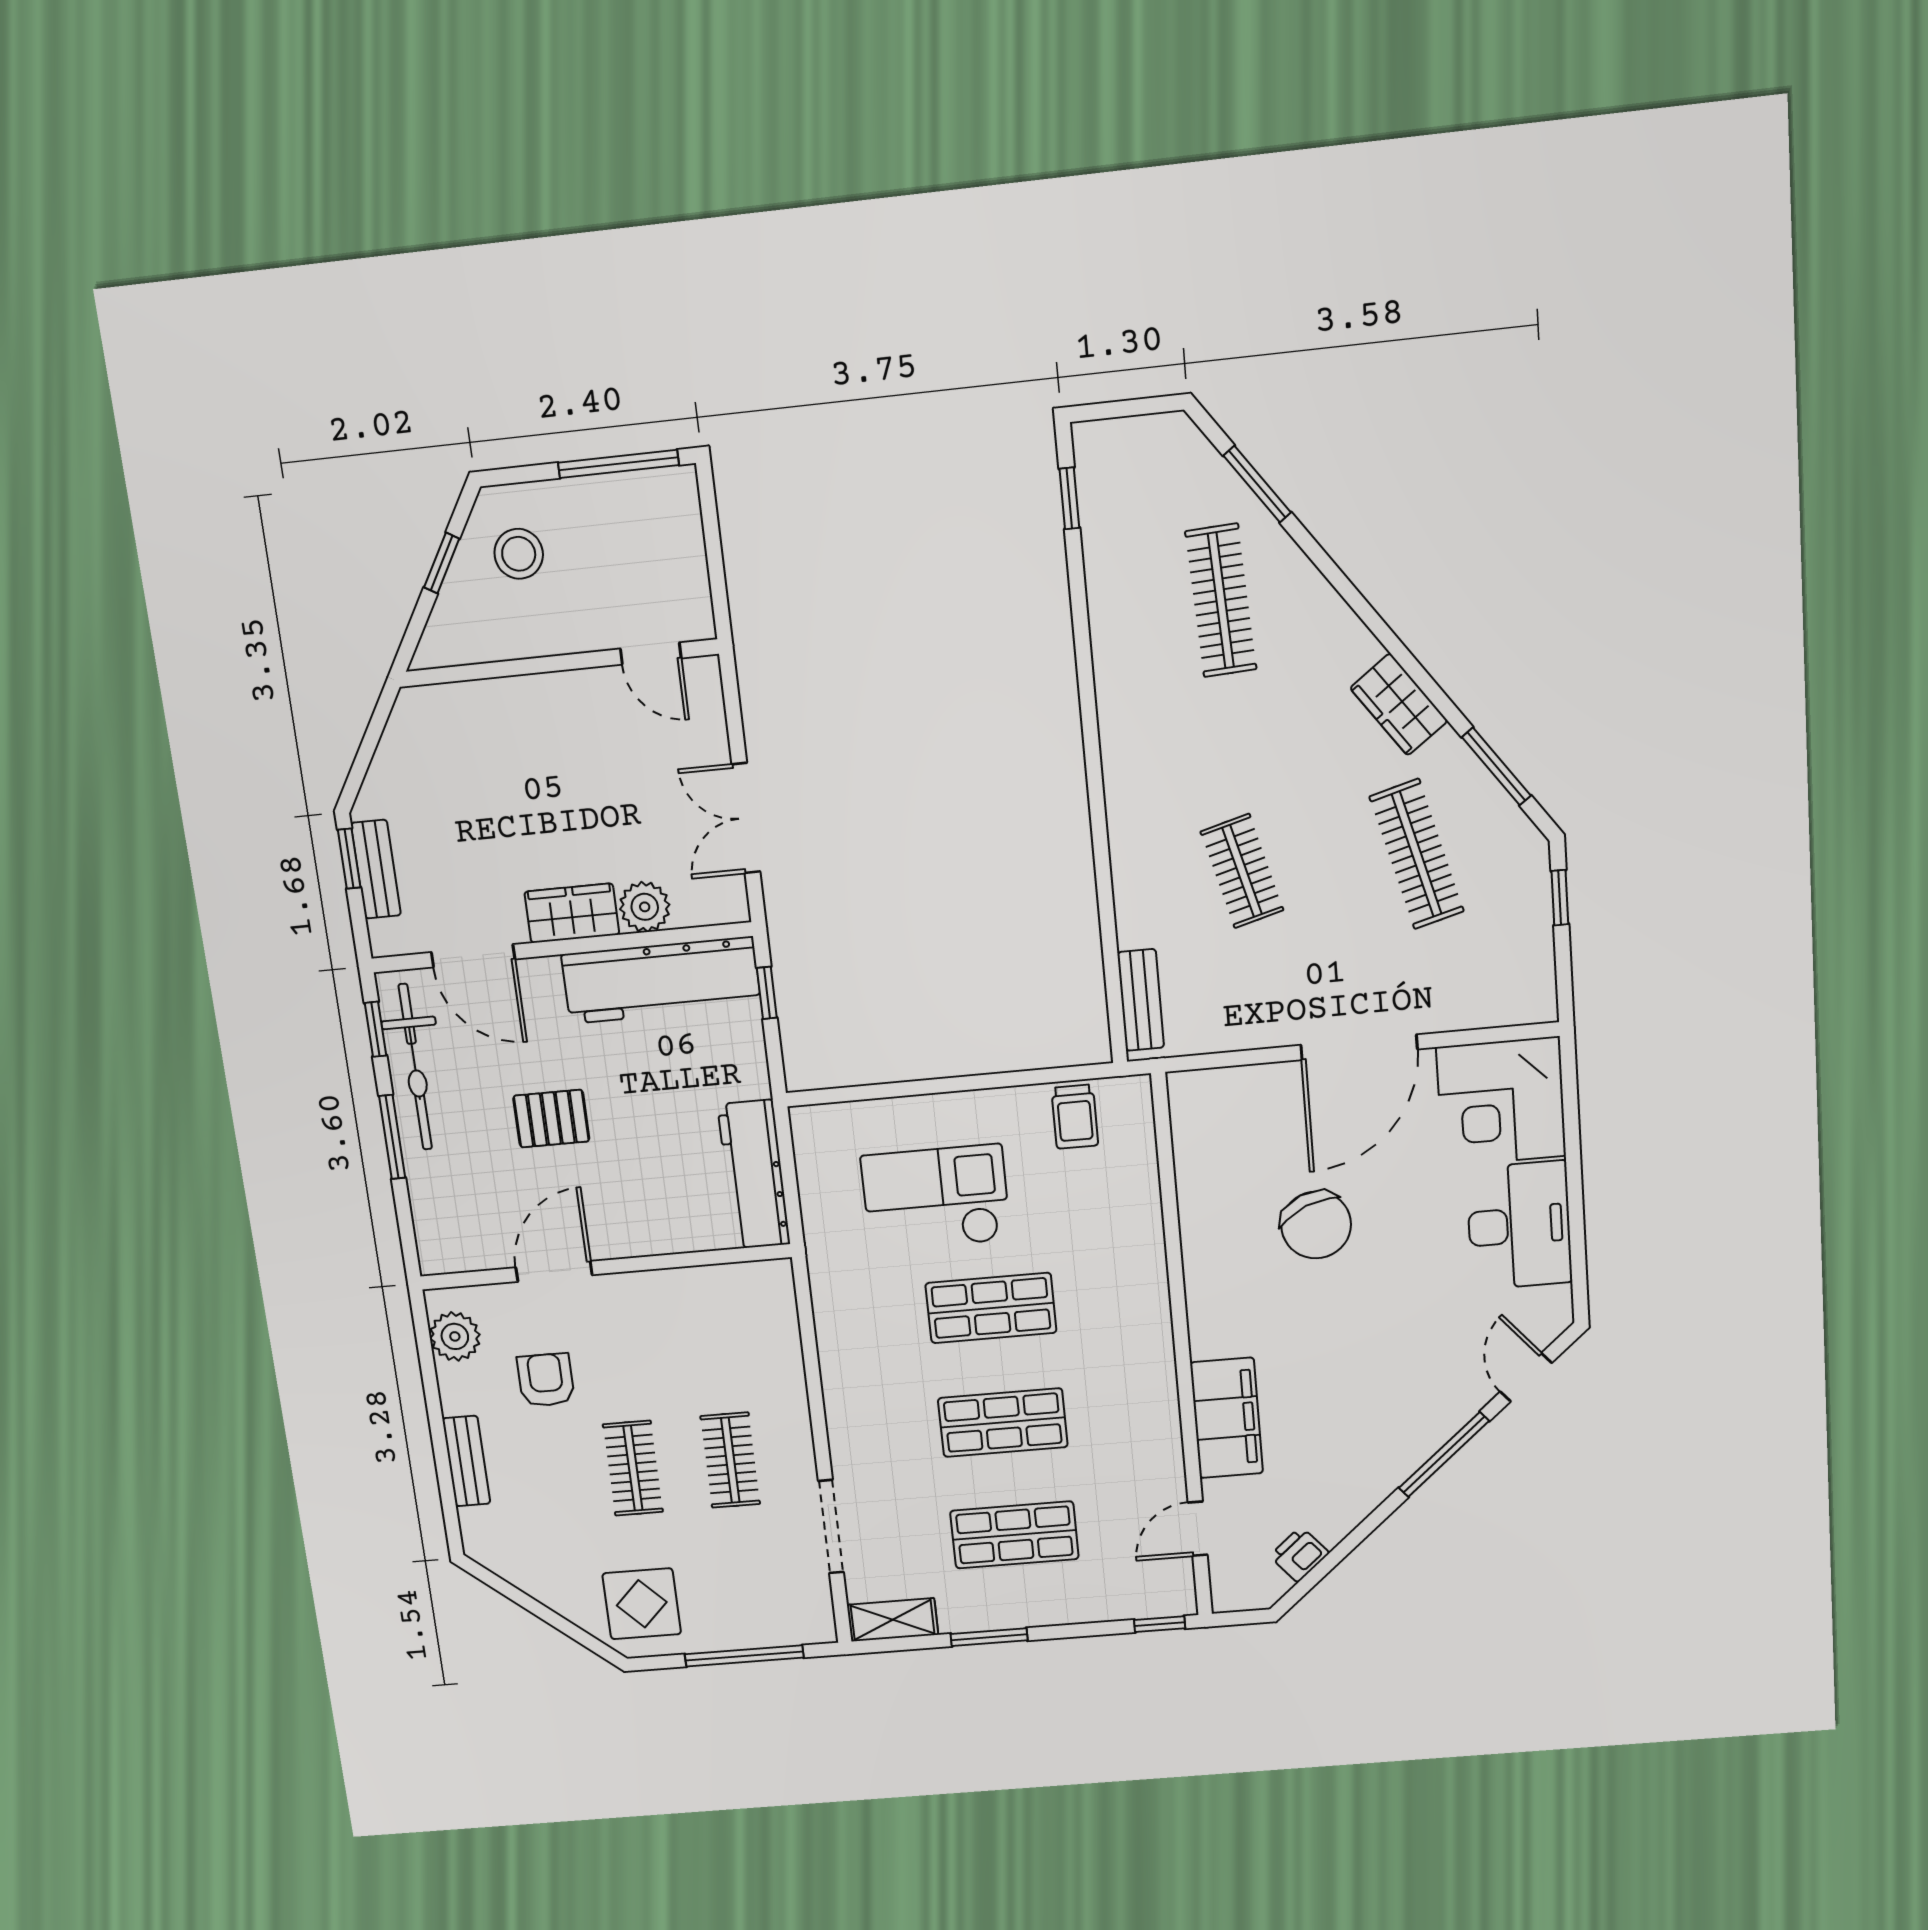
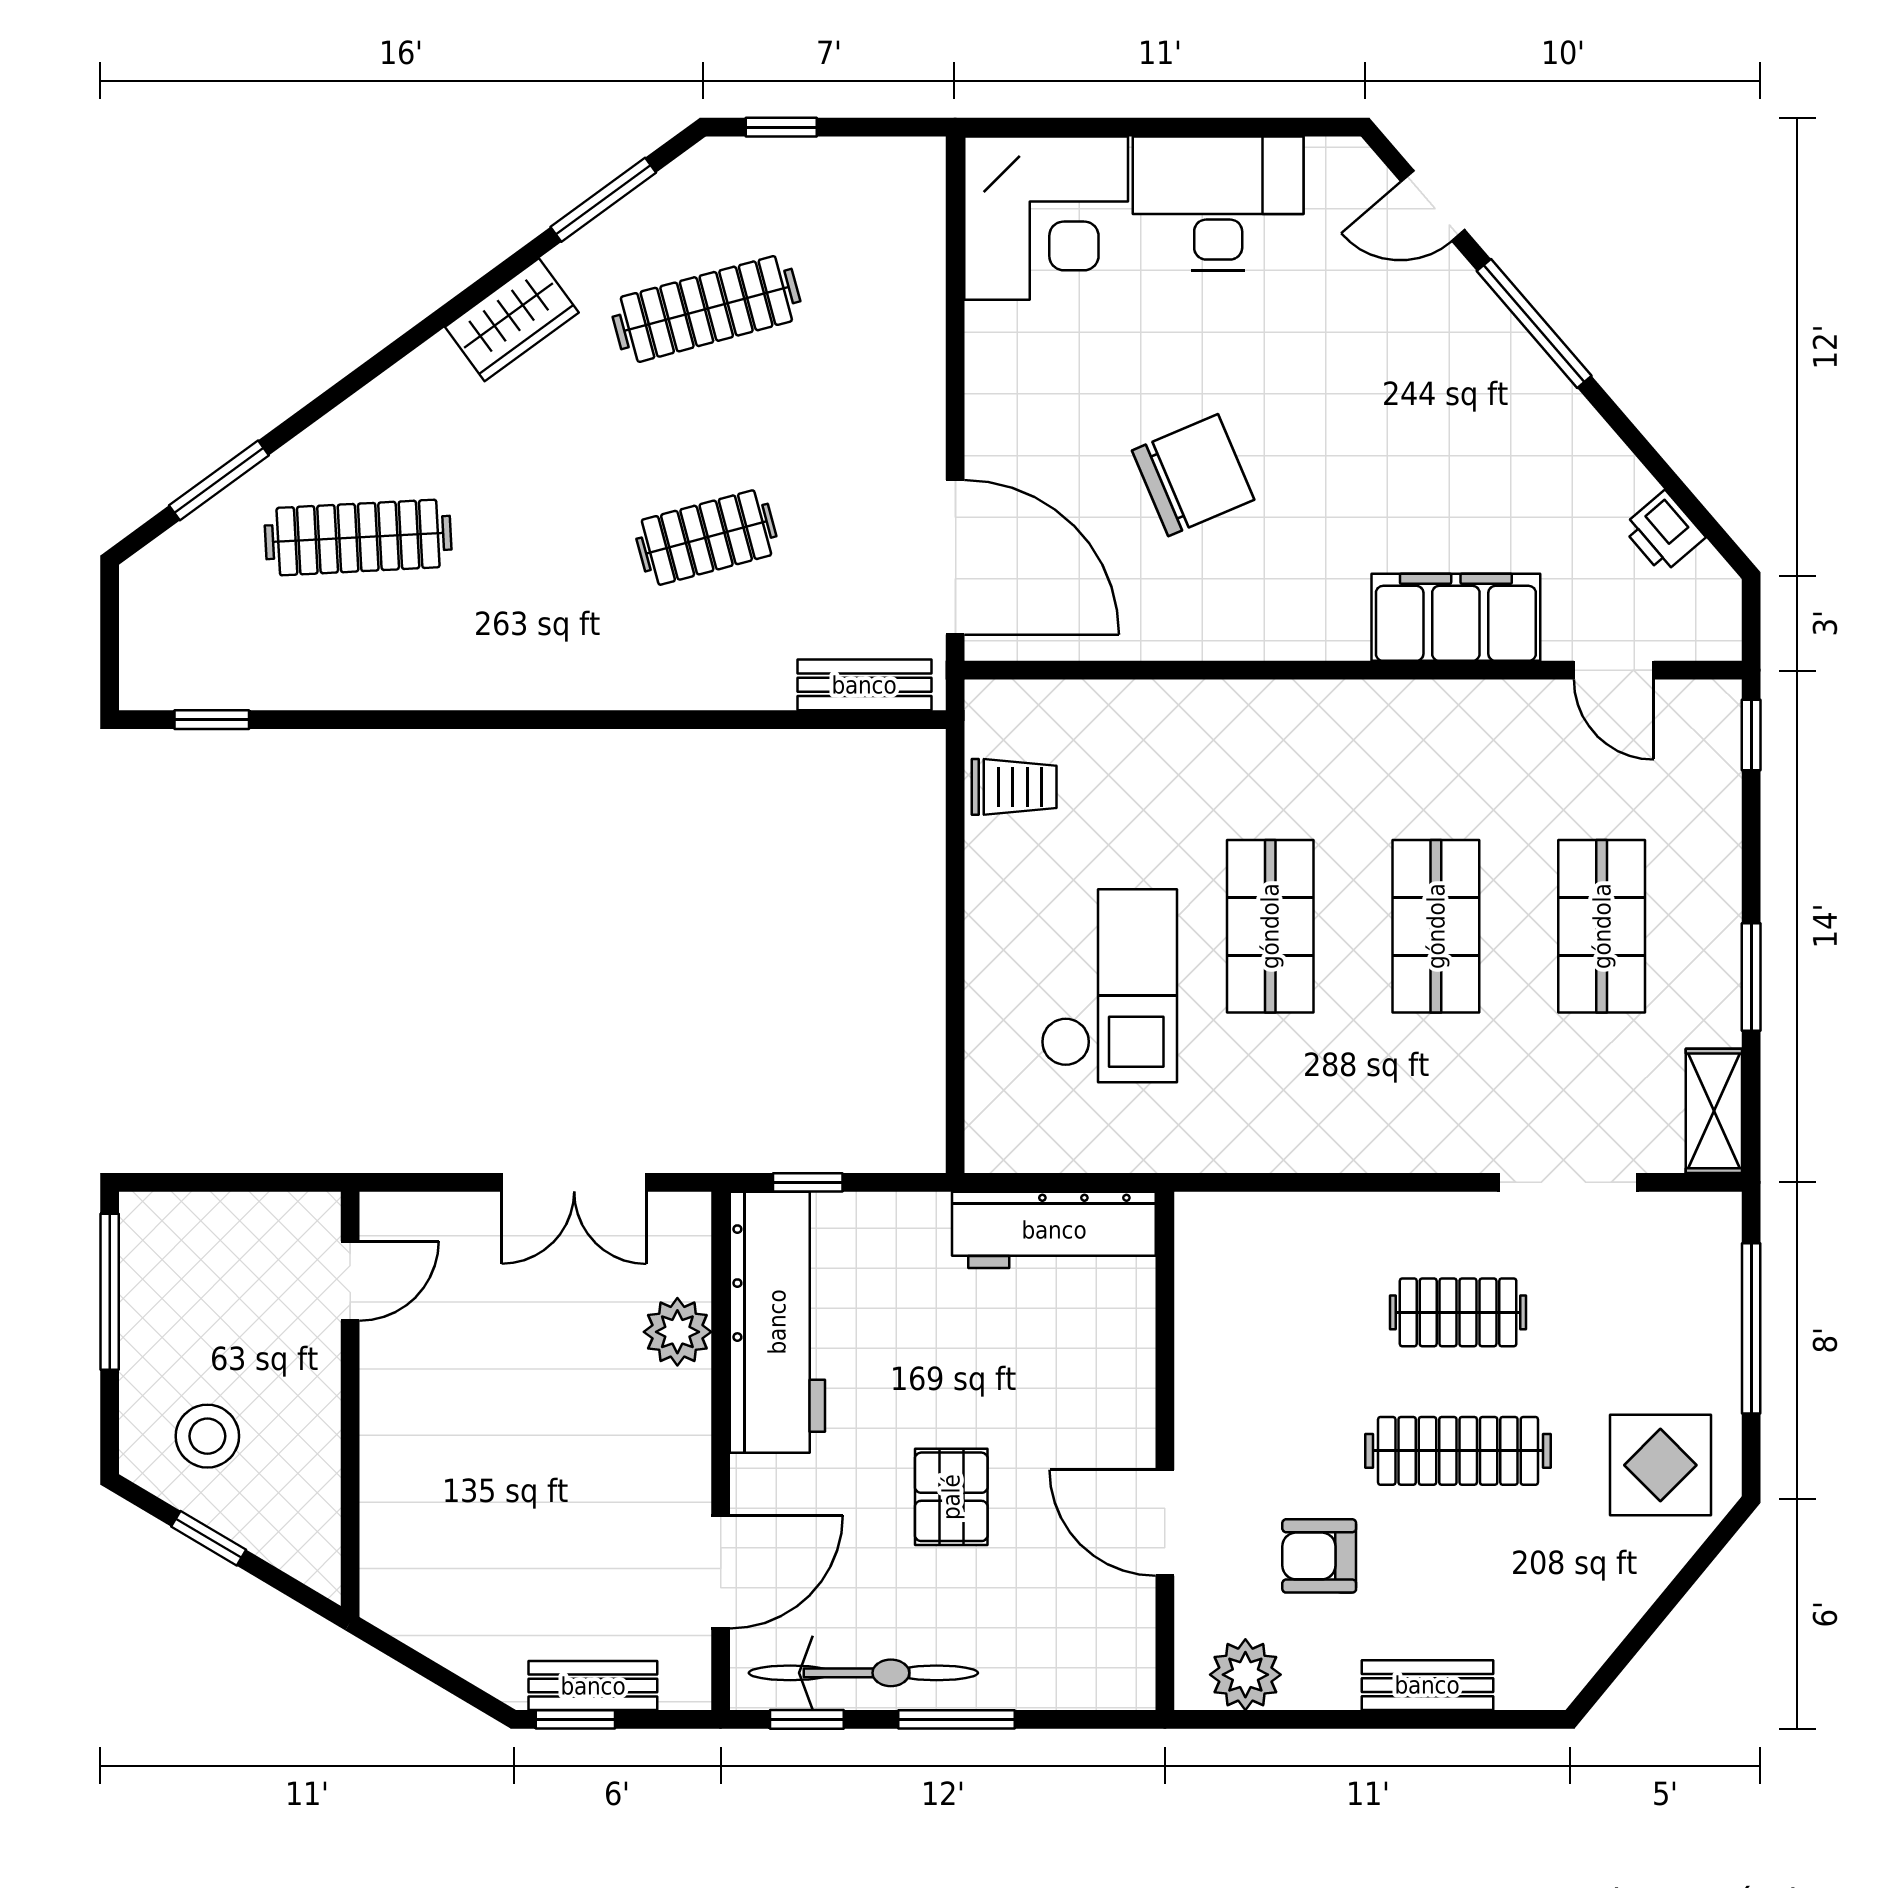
wardrobe: (572, 913) -> (676, 1430), removed
door: (1359, 1047) -> (955, 557), moved
checkout: (936, 1198) -> (1109, 986), turned 180
clothes rail: (633, 1468) -> (1458, 1451), width x1.36

